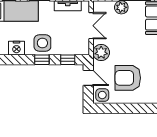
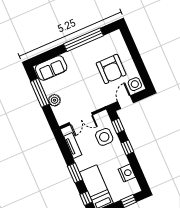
double door: (91, 26) -> (81, 119), swing flipped
side table: (42, 43) -> (104, 137), moved
plant: (101, 52) -> (100, 101), removed

